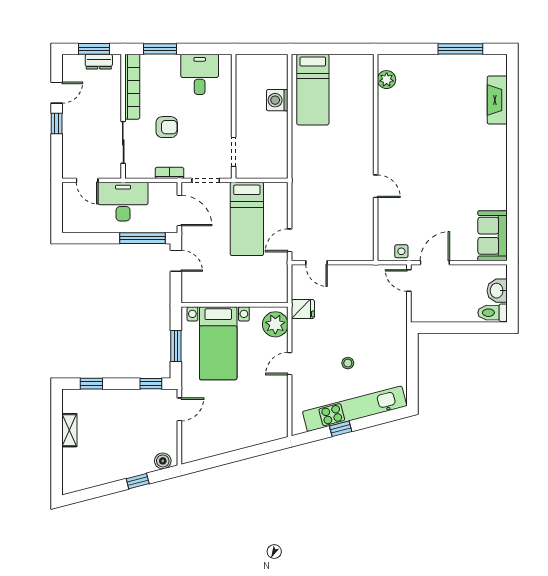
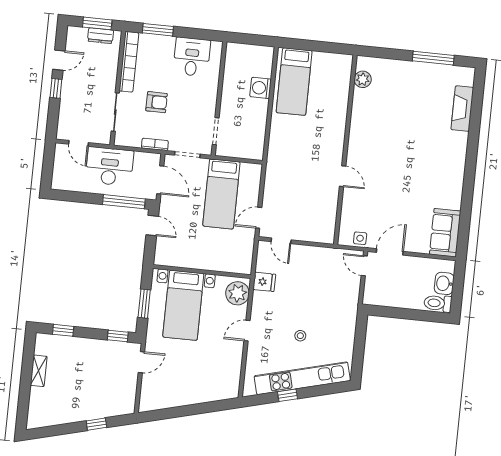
boiler: (163, 461) -> (121, 408), removed

